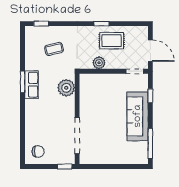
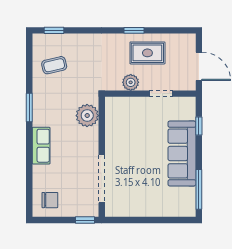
coffee table: (54, 49) -> (54, 65), moved
doorway: (135, 71) -> (161, 94), moved
row of seats: (31, 85) -> (41, 146), moved

